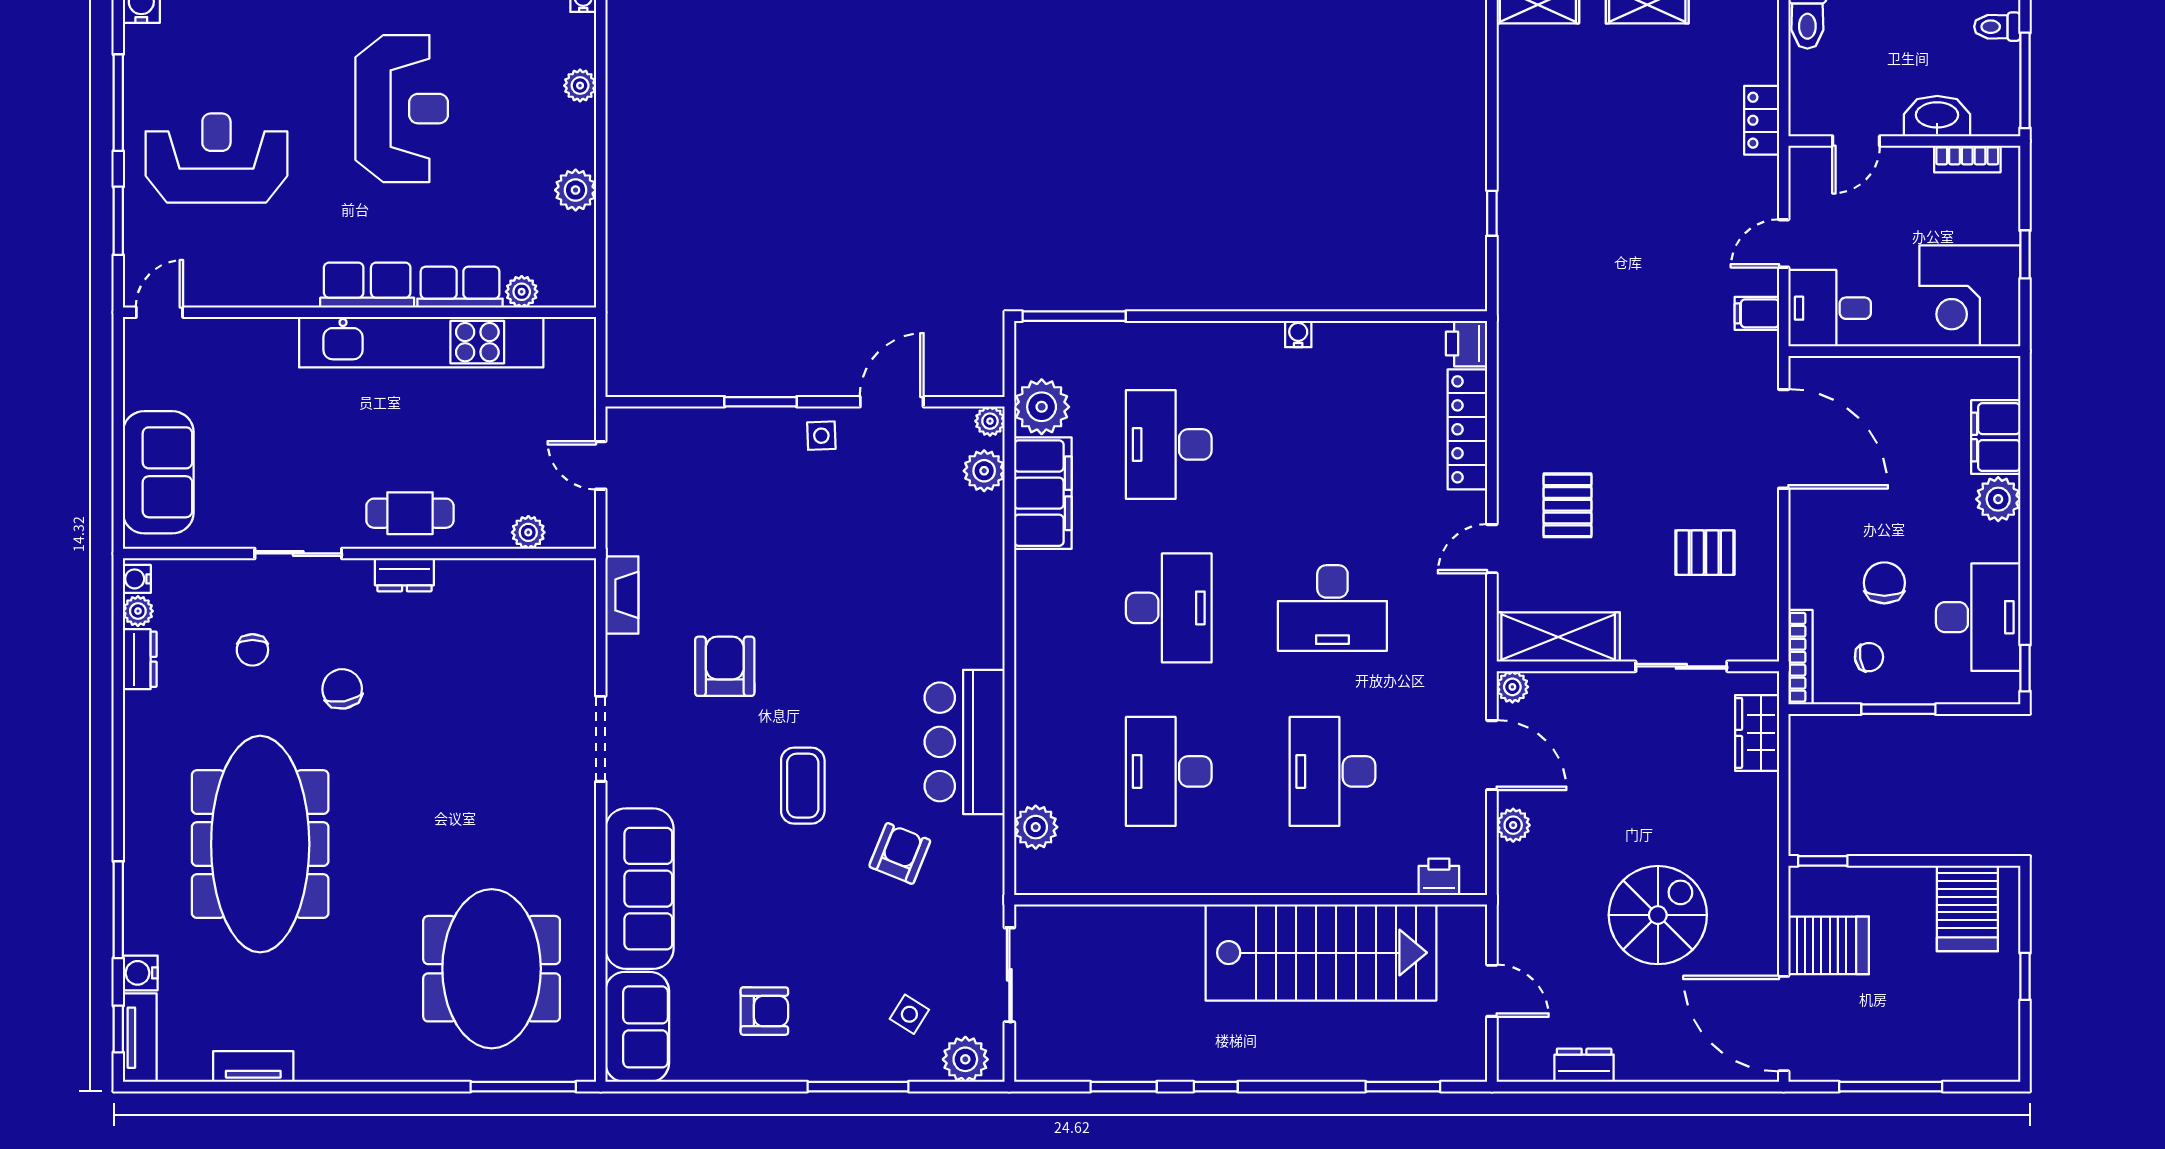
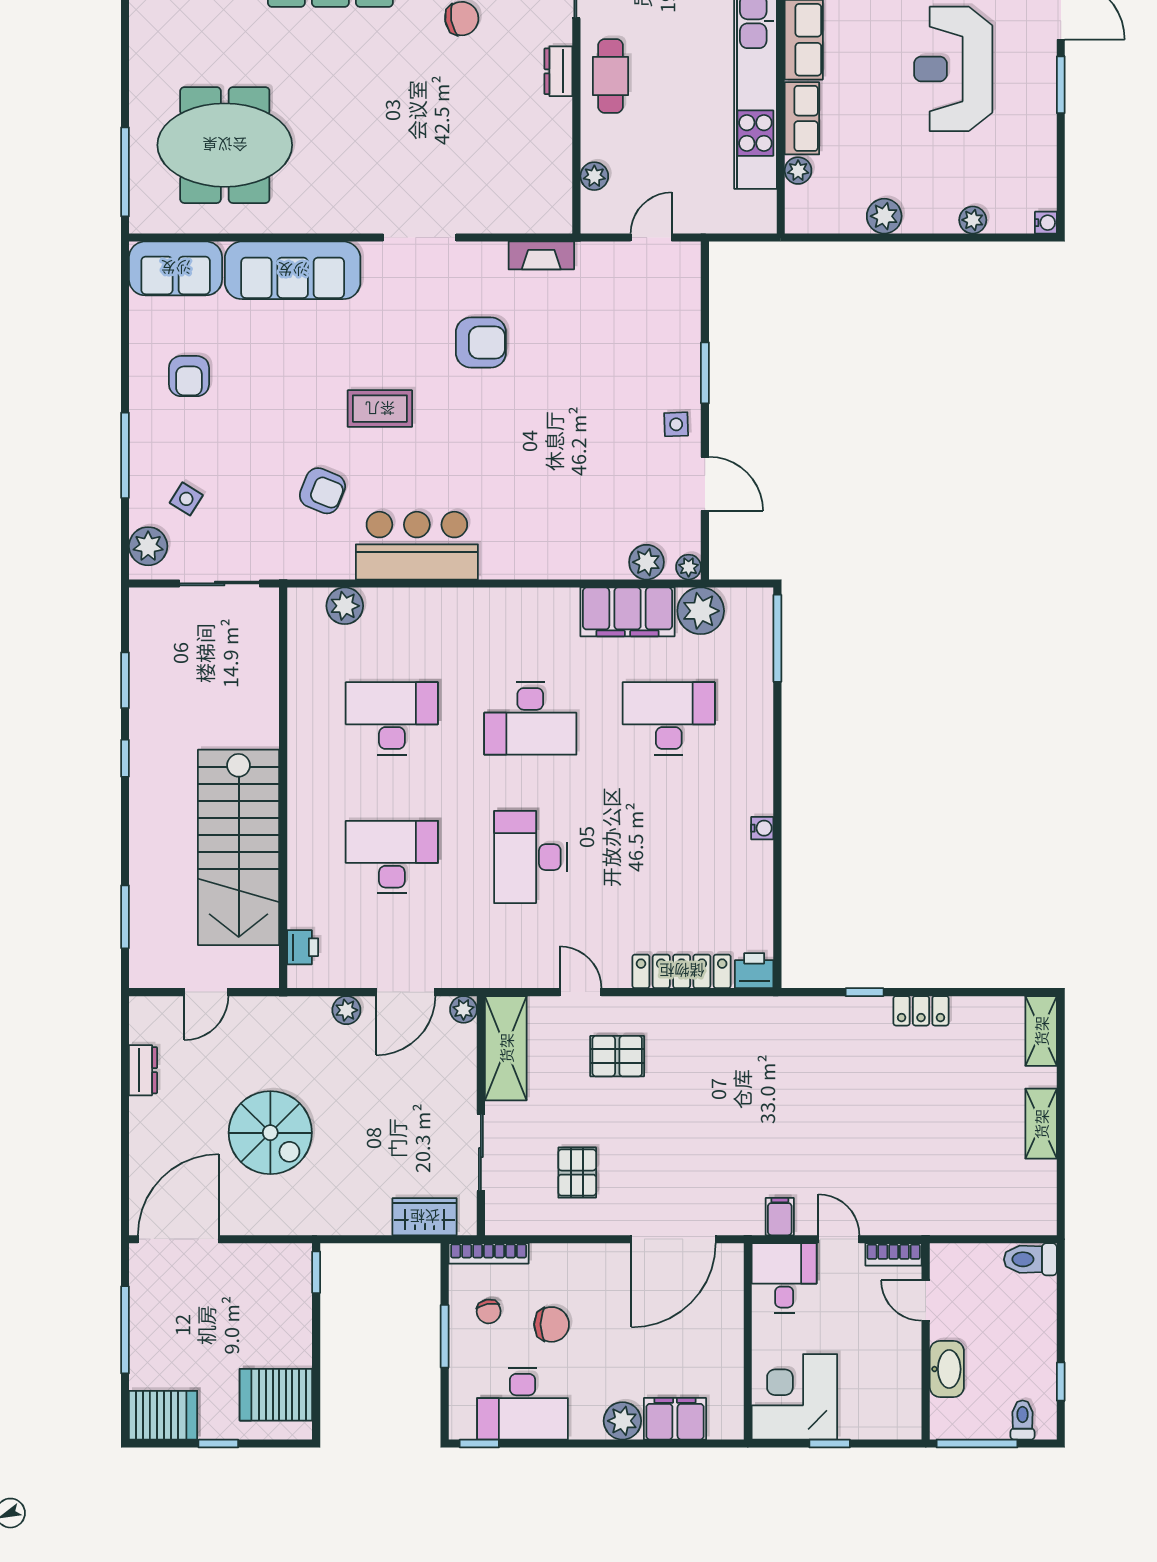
reception desk: (402, 109) -> (953, 69), turned 90
locker: (1762, 120) -> (921, 1011), moved, turned 180
bookcase: (1967, 159) -> (894, 1254), moved, turned -90
server rack: (1829, 945) -> (163, 1415), moved, turned -90

